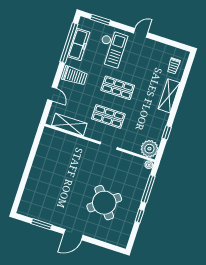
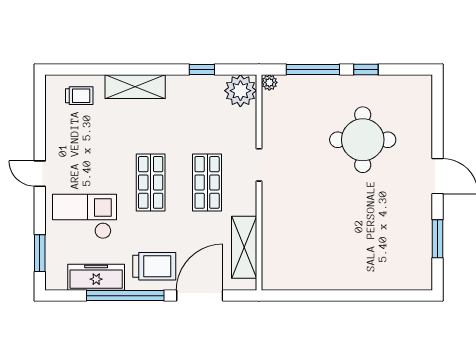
window: (69, 43) -> (125, 296), moved
trolley: (75, 76) -> (154, 266), turned 90
door: (52, 94) -> (200, 296), width x1.88
round table: (104, 203) -> (363, 140), turned 38

